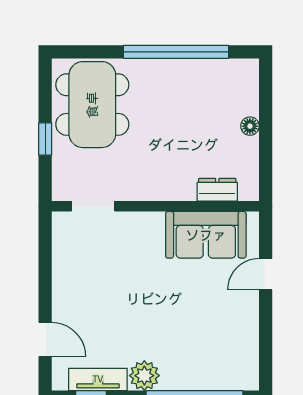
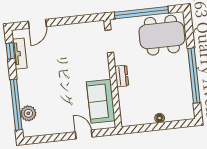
window: (45, 139) -> (141, 13), width x3.17
dresser: (217, 190) -> (122, 76), moved
plant: (144, 376) -> (28, 113), moved

